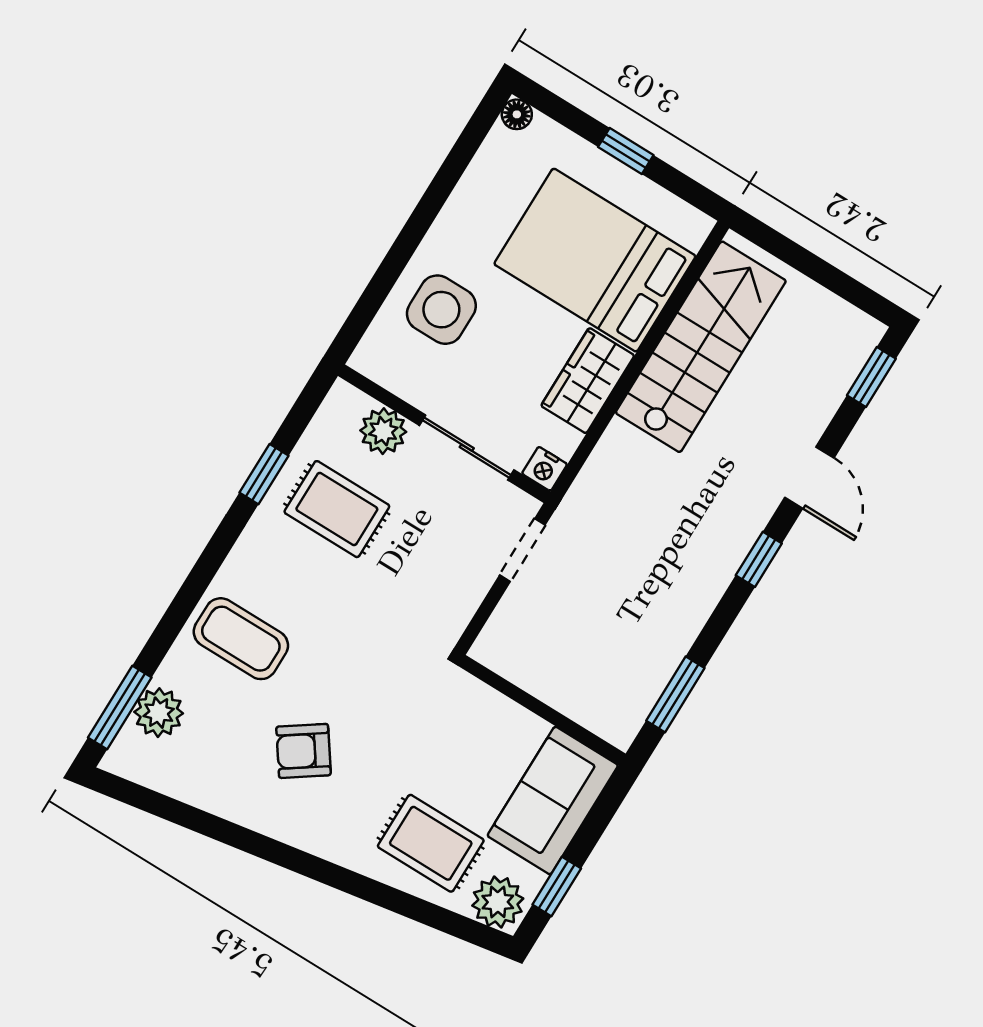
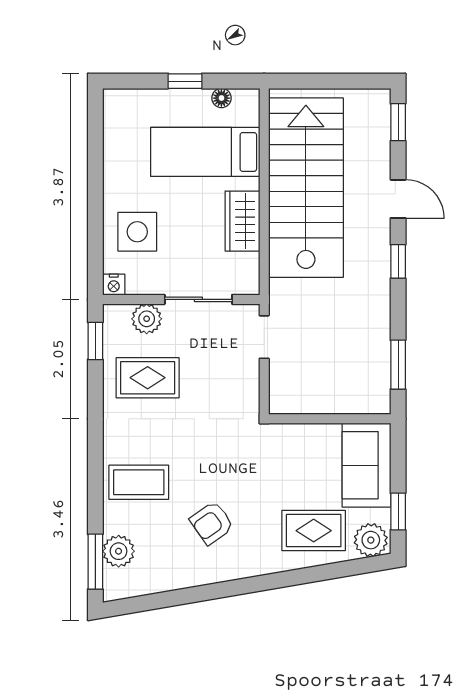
floor lamp: (517, 114) -> (221, 98), moved
bed: (595, 260) -> (205, 152), width x0.67
stairs: (701, 347) -> (306, 188), width x1.36, depth x1.51
nightstand: (545, 469) -> (114, 285), moved
window: (264, 474) -> (95, 341), moved

